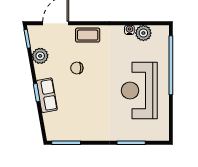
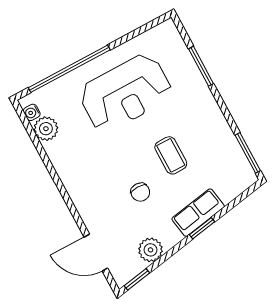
water cooler: (129, 30) -> (32, 112), moved
coffee table: (88, 35) -> (171, 155), moved

